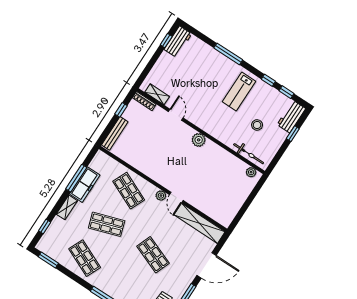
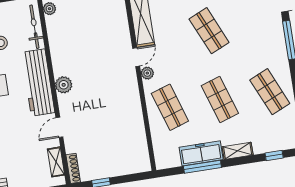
workbench: (214, 126) -> (38, 82), added
bench: (115, 133) -> (128, 168), removed
shop shelf: (129, 191) -> (170, 107), turned -42
shop shelf: (153, 255) -> (209, 31), turned -45
shop shelf: (85, 258) -> (270, 92), turned -48

